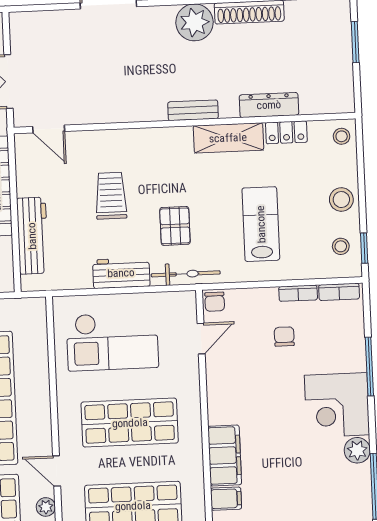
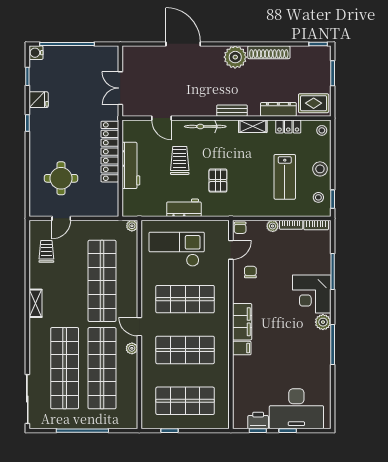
rug: (326, 92) -> (314, 103), added
door: (49, 129) -> (161, 118), moved
shelving: (228, 138) -> (253, 126), width x0.67, depth x0.75
lab bench: (261, 224) -> (285, 177), moved, turned 180
workbench: (32, 236) -> (131, 165), moved
bicycle: (186, 274) -> (205, 127), moved, turned 180
plant: (268, 296) -> (273, 226), added
plant: (37, 306) -> (132, 226), added
chair: (284, 337) -> (250, 272), moved
checkout: (112, 341) -> (177, 249), turned 180

